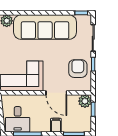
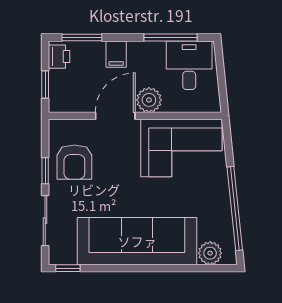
door: (56, 93) -> (115, 116), hinge flipped
plant: (85, 101) -> (149, 100), moved
printer: (86, 124) -> (59, 57), added

